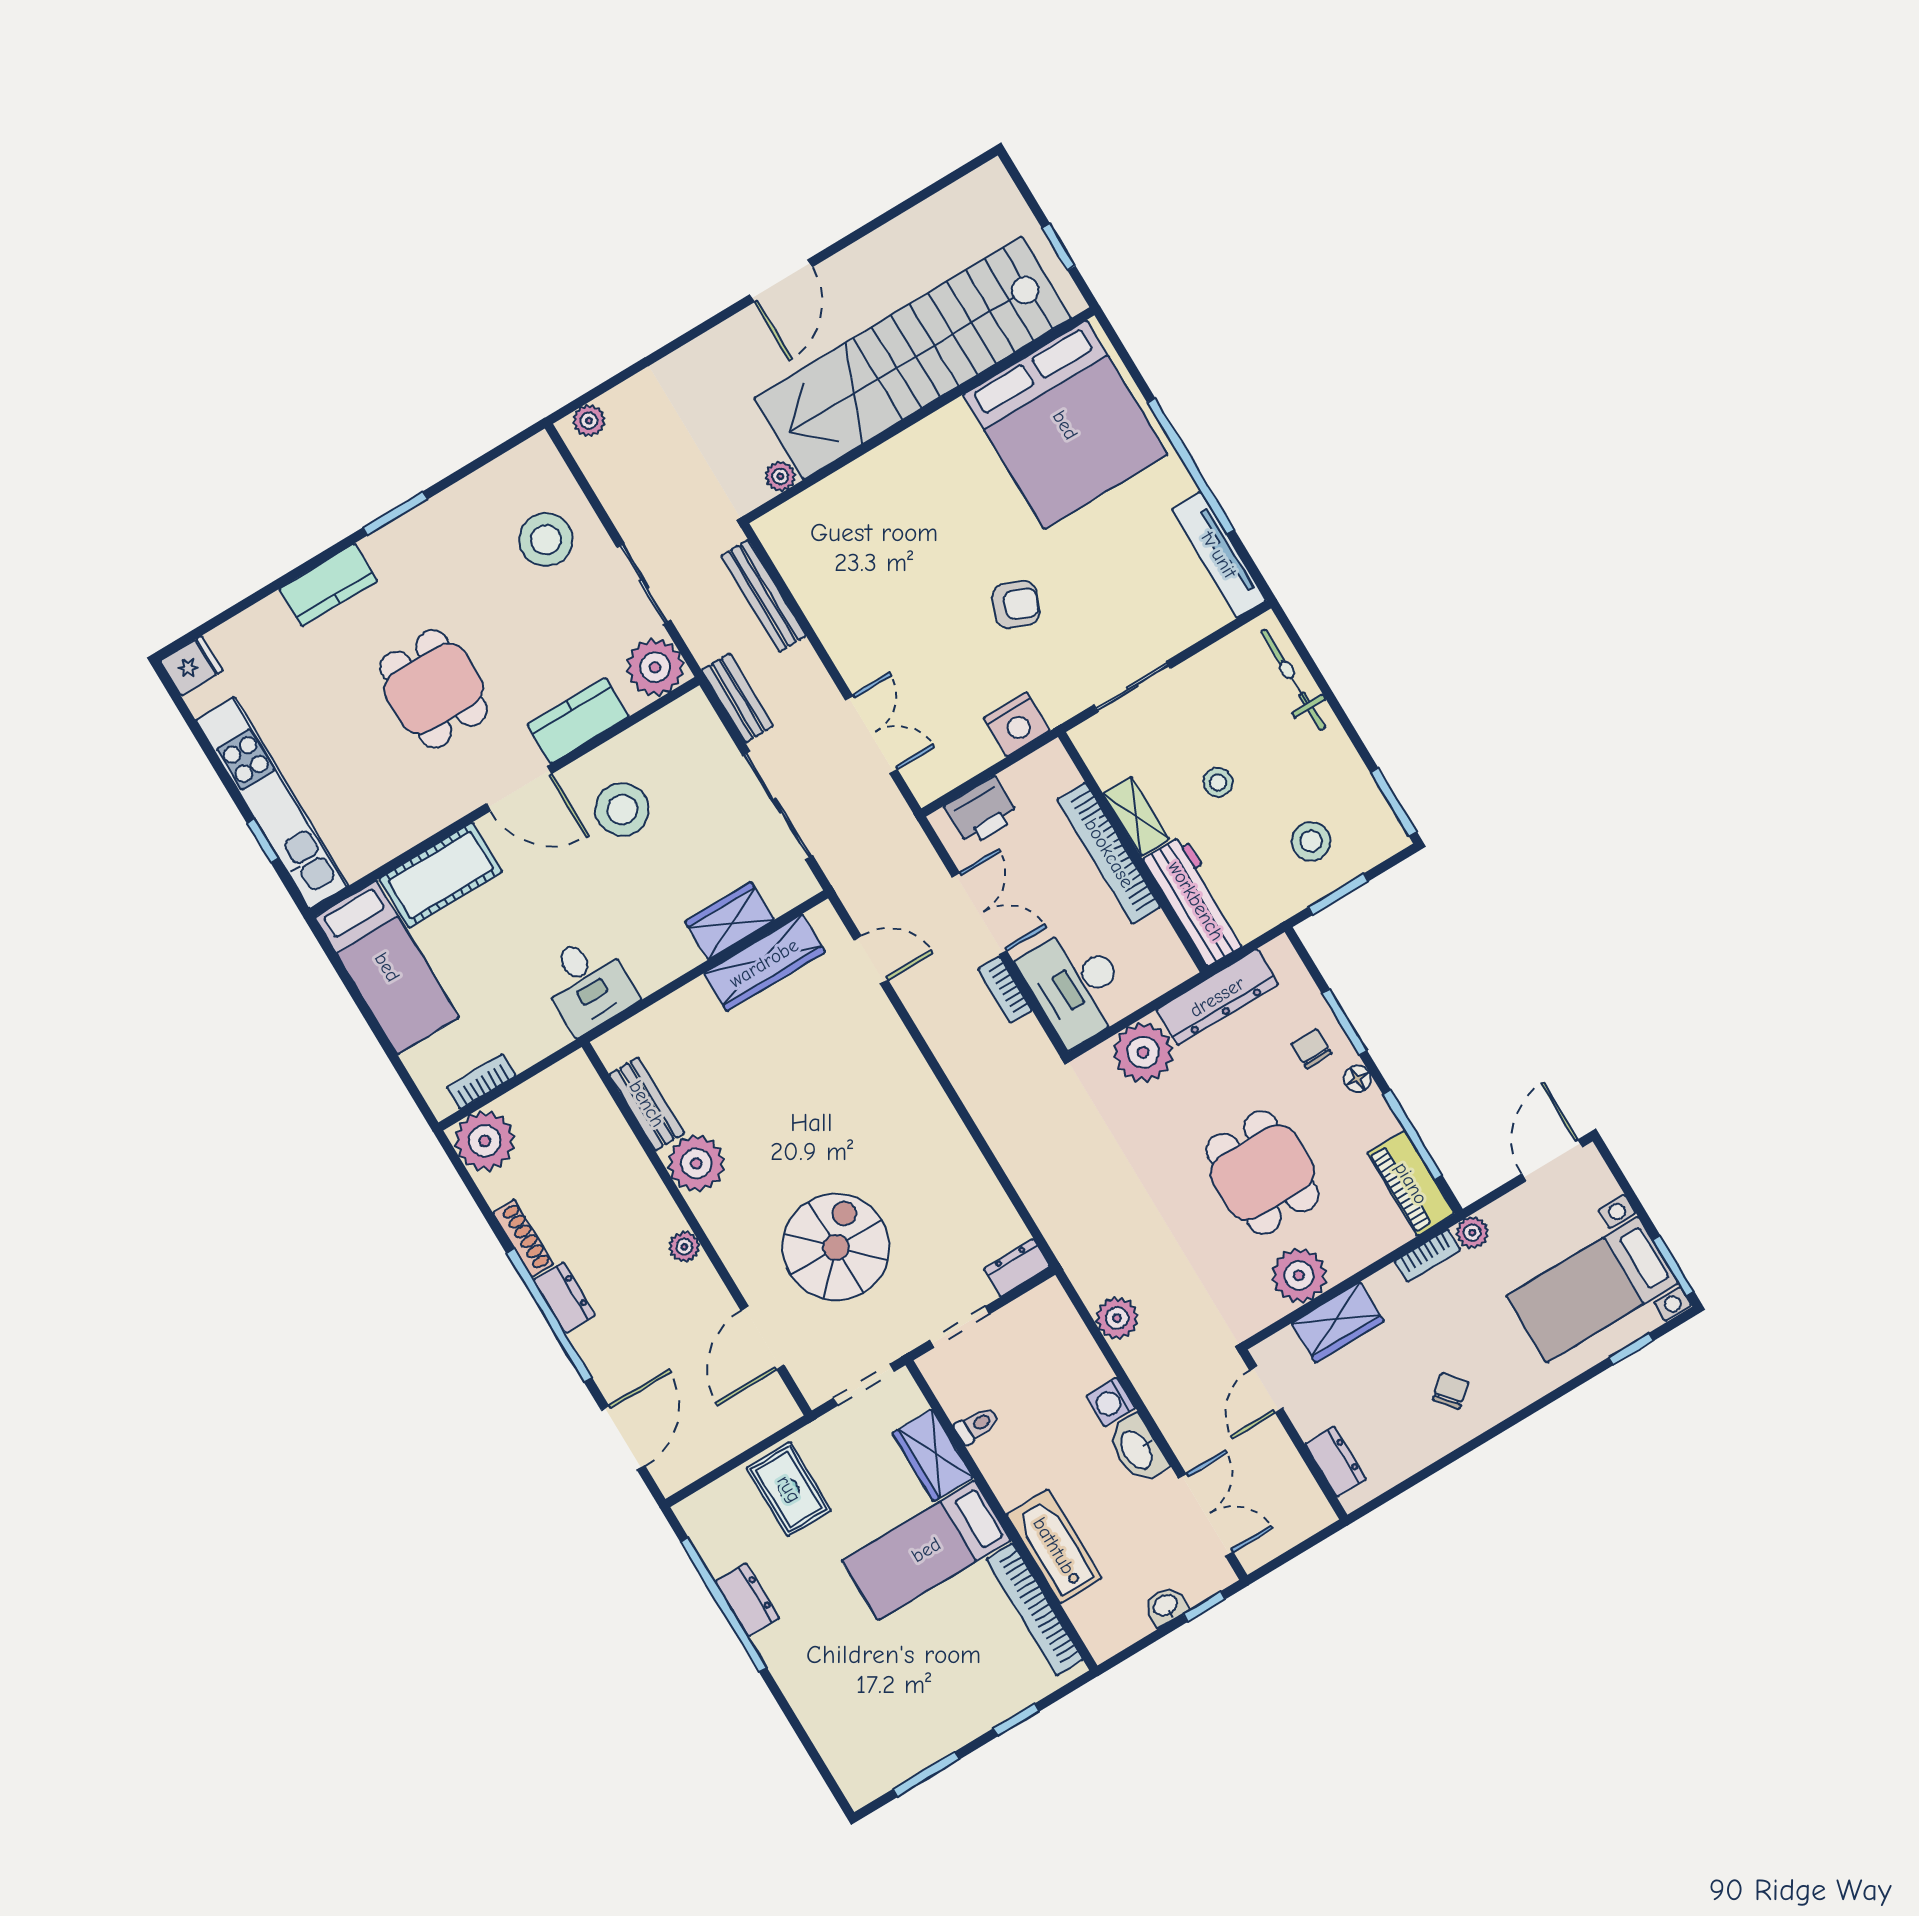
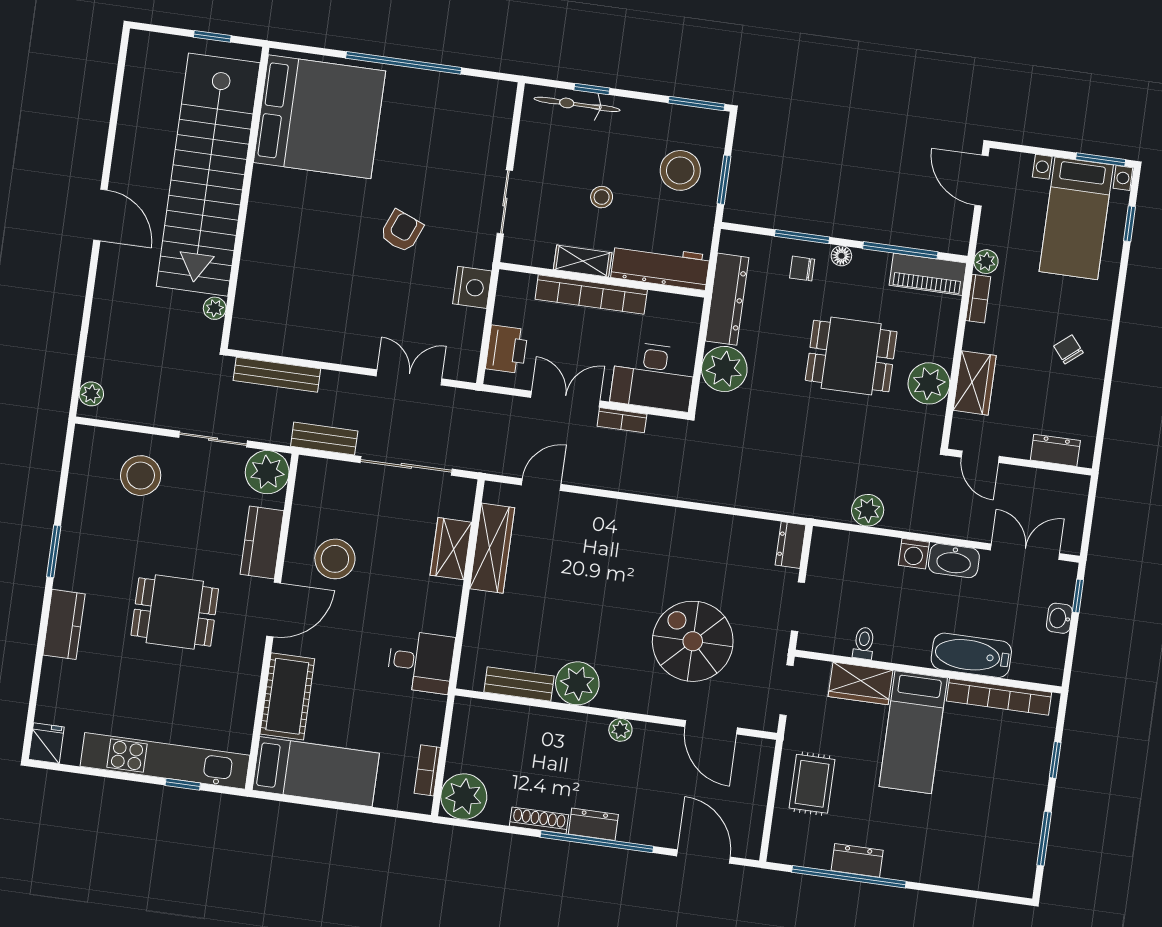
tv unit: (1219, 555) -> (469, 89), removed
window: (1321, 682) -> (592, 89), added
stool: (1311, 841) -> (680, 170), width x1.38, depth x1.38
rug: (789, 1489) -> (812, 784), turned 90

